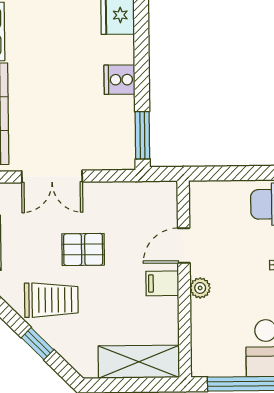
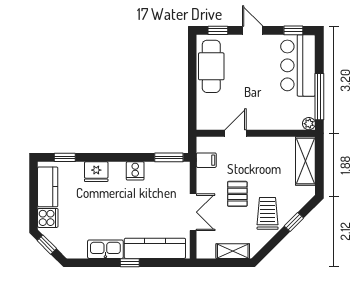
door: (184, 245) -> (236, 133), swing flipped
filing cabinet: (162, 283) -> (206, 160), moved, turned -90
plant: (200, 288) -> (309, 124), moved

